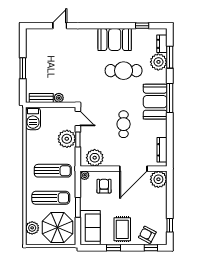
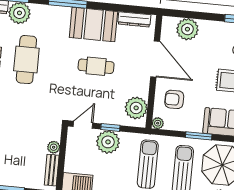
booth: (155, 102) -> (93, 24), moved
plant: (158, 179) -> (187, 29), moved

